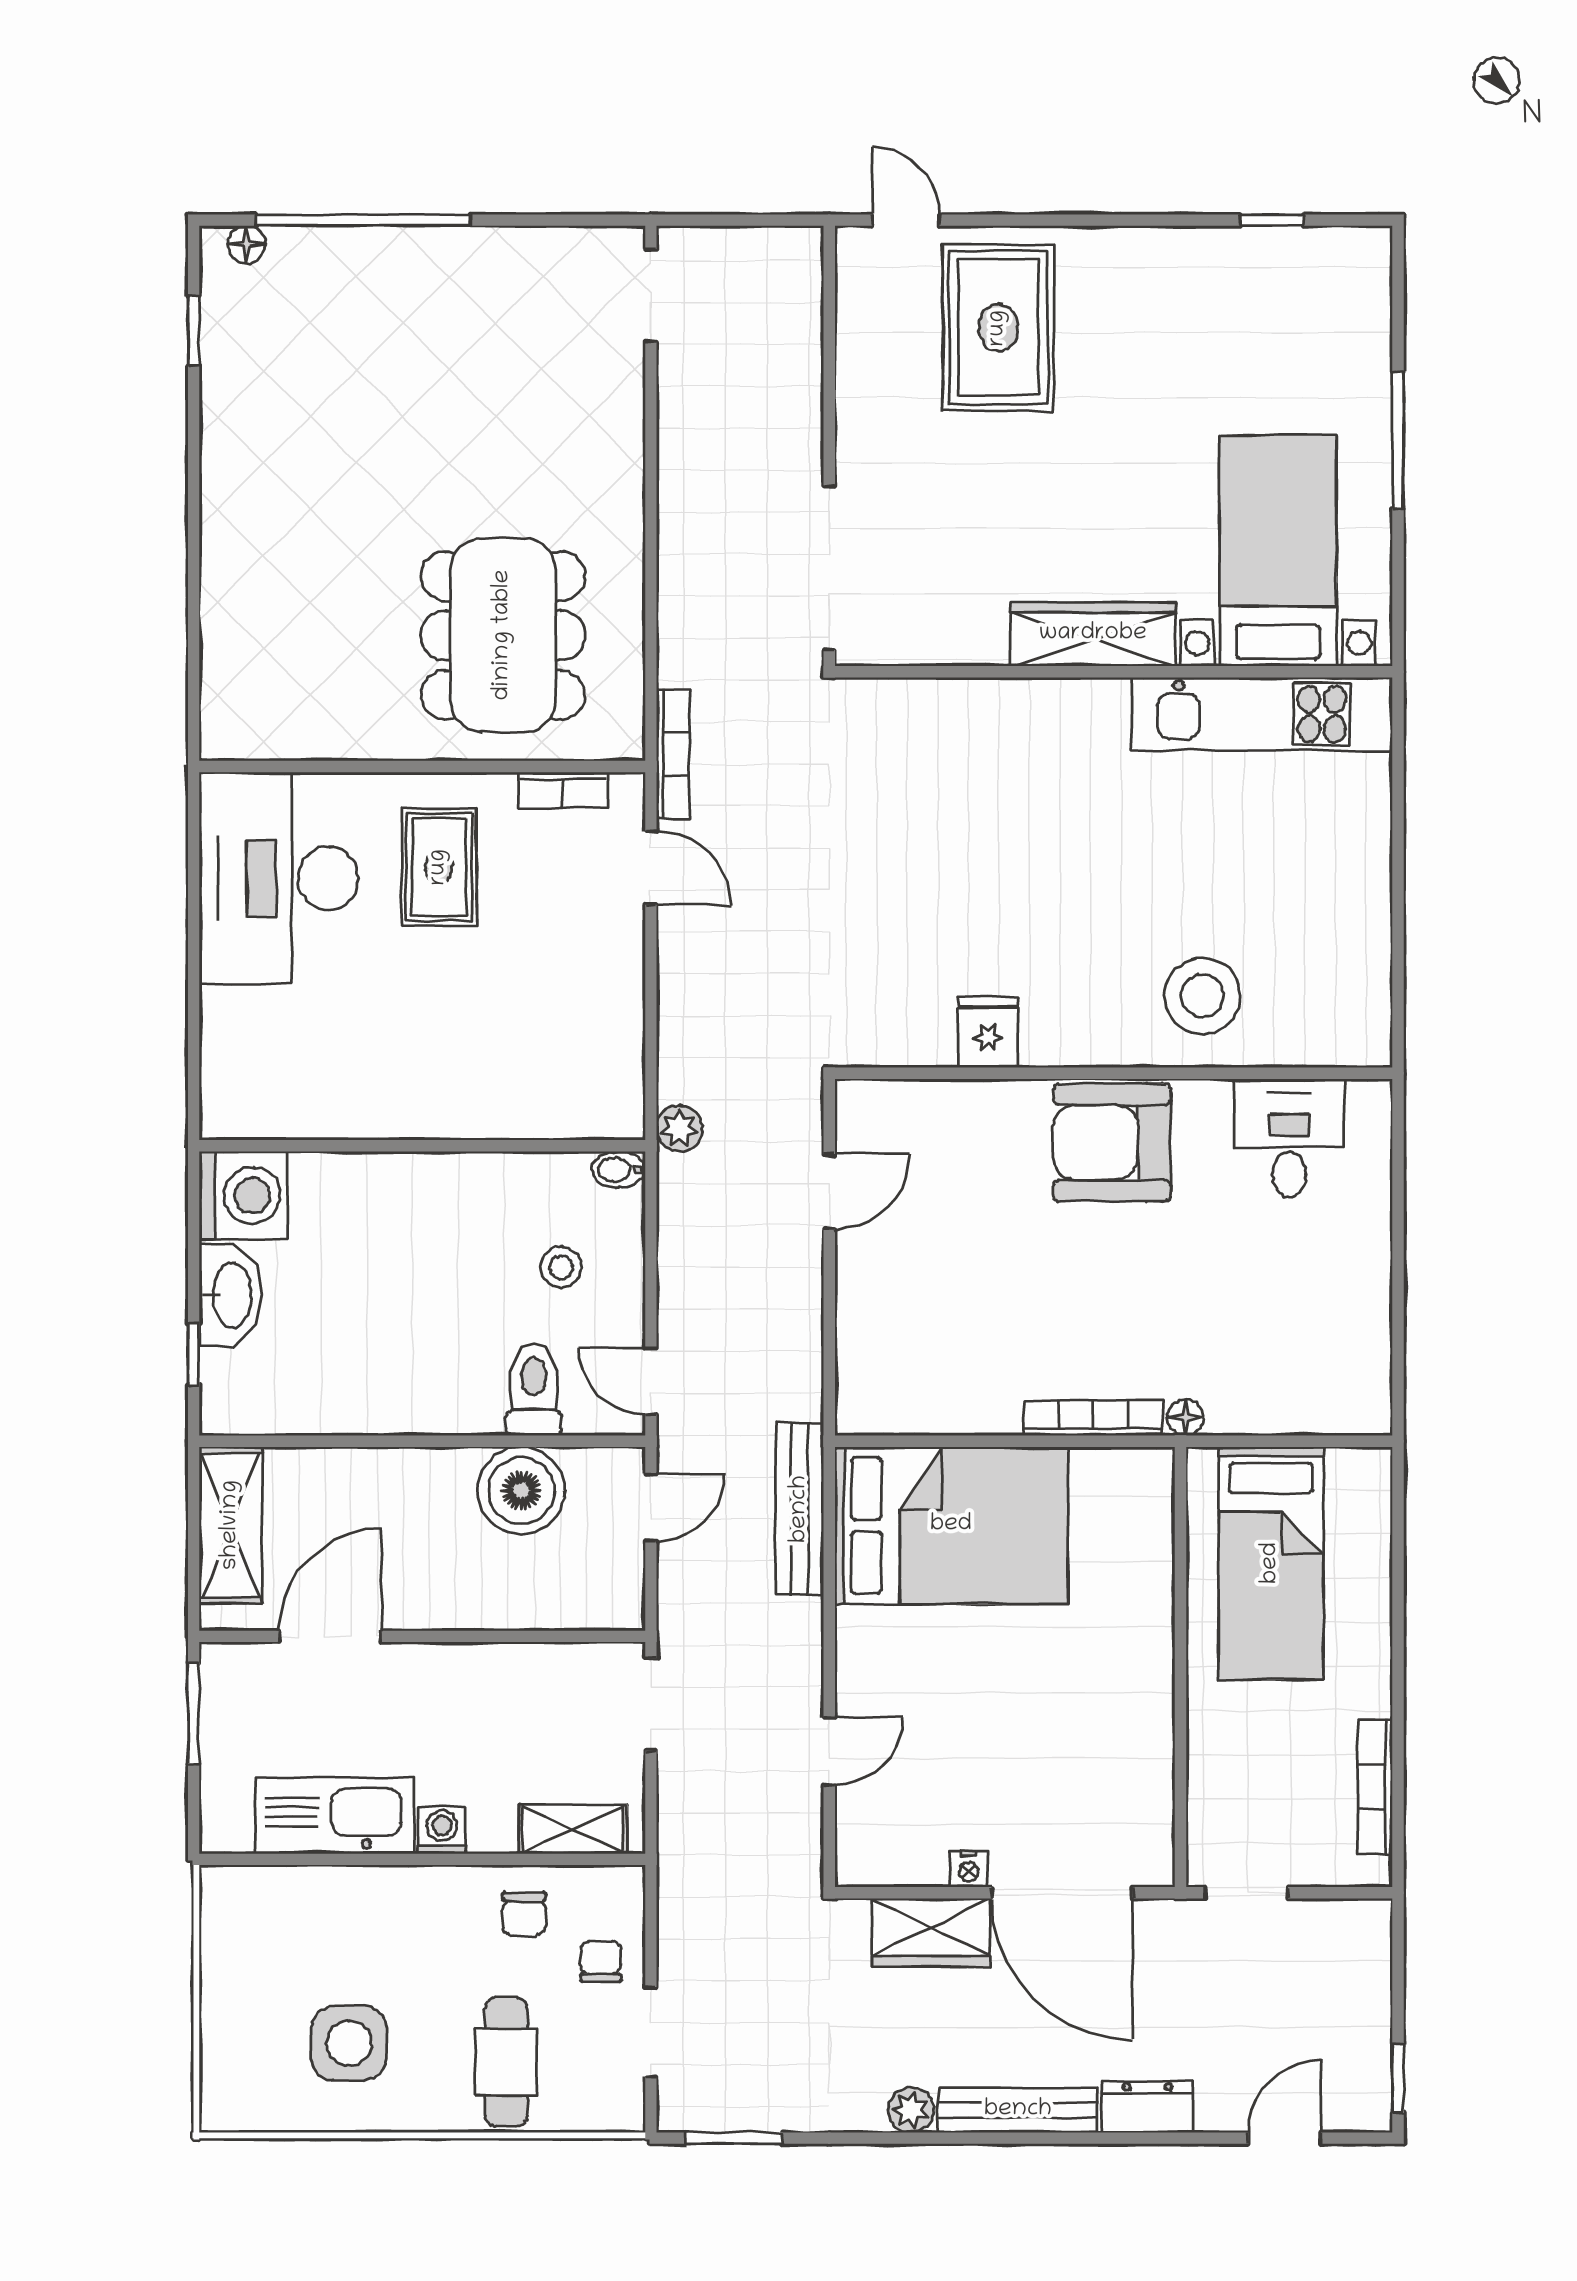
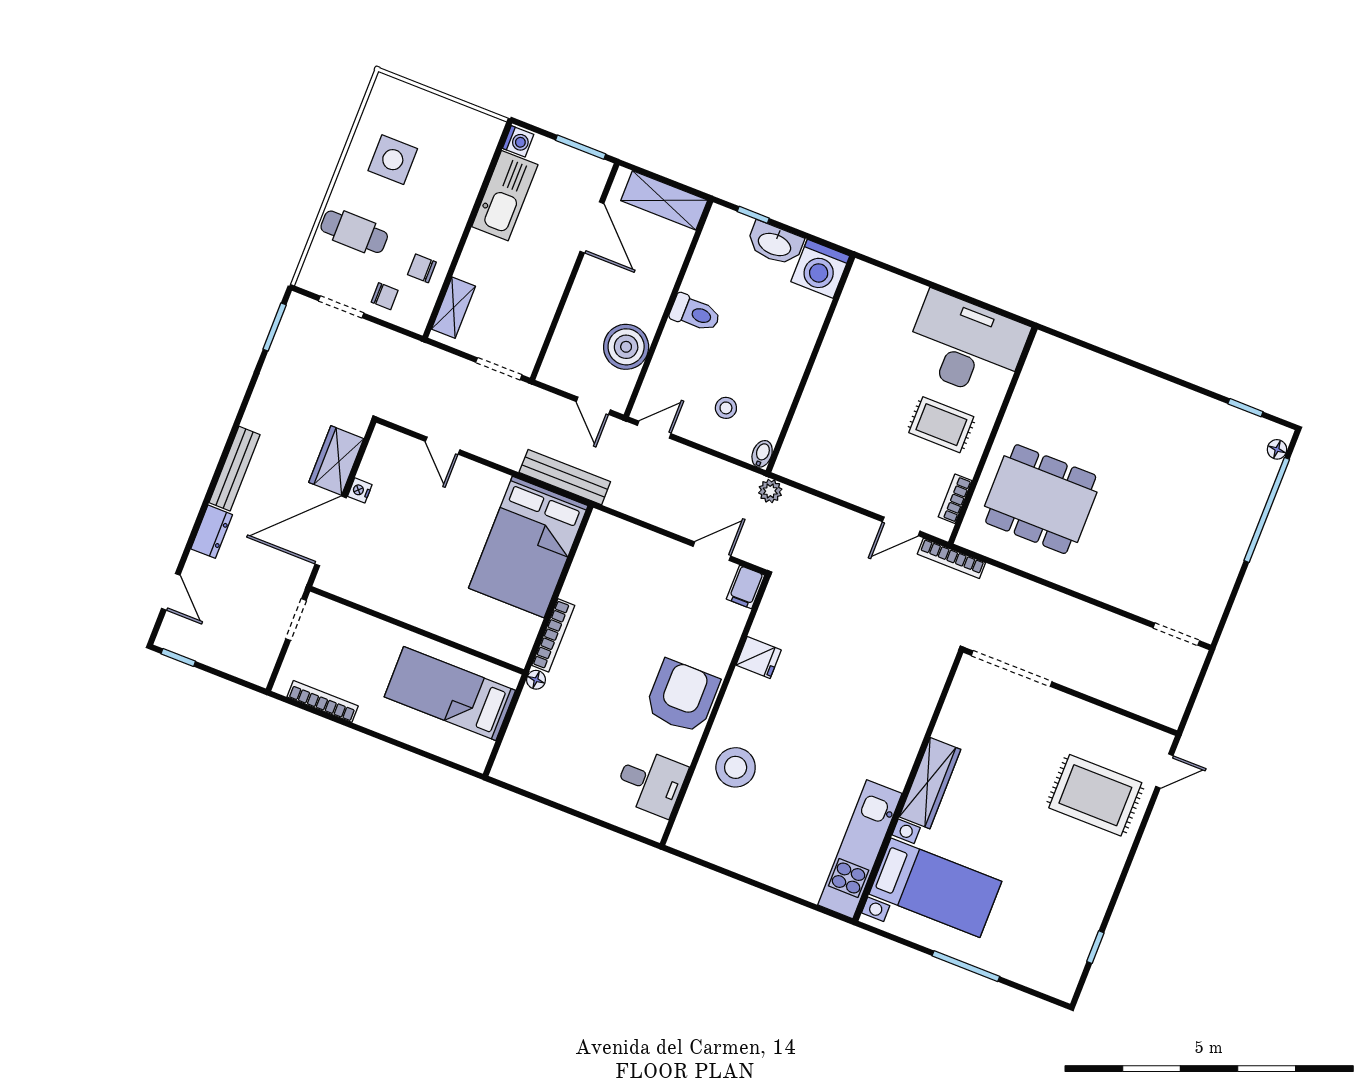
filing cabinet: (870, 1105) -> (746, 587), added
door: (829, 1191) -> (712, 551), swing flipped
toilet: (534, 1390) -> (695, 313), moved
washing machine: (442, 1830) -> (518, 141), moved
plant: (911, 2110) -> (255, 417), removed

